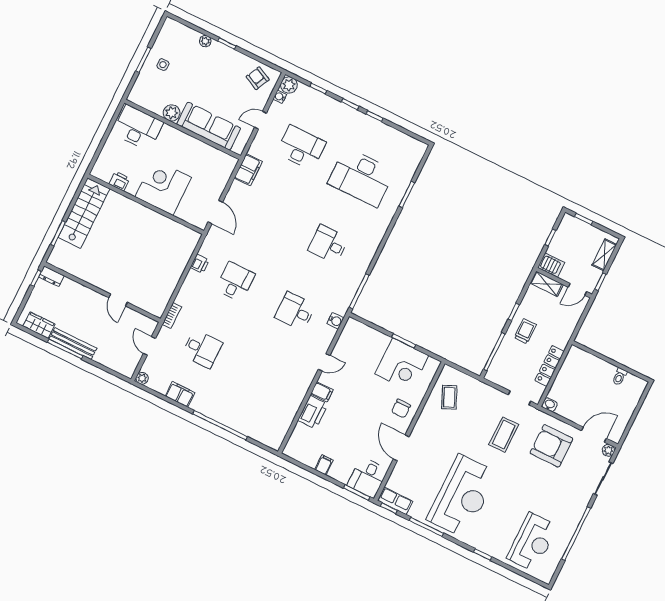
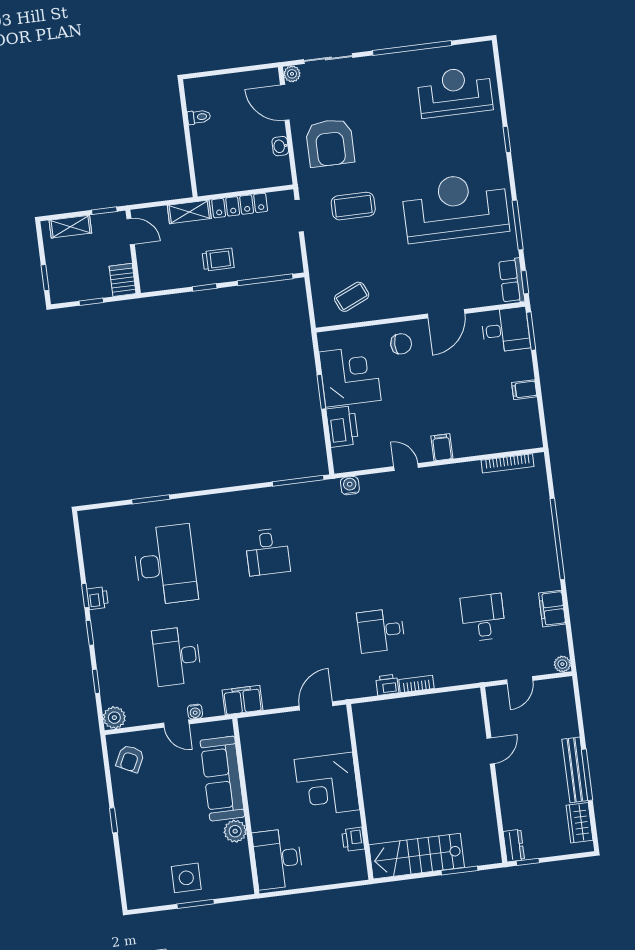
plant: (205, 41) -> (127, 847), removed
side table: (163, 65) -> (186, 878), width x1.87, depth x1.87
water cooler: (280, 97) -> (195, 712), moved
printer: (368, 123) -> (98, 598), added
shelving: (547, 284) -> (189, 212), moved, turned 90
desk: (295, 311) -> (370, 539), removed
bookcase: (172, 316) -> (416, 684), moved
trolley: (525, 331) -> (218, 260), turned 180
washbasin: (550, 405) -> (280, 146), moved
printer: (313, 412) -> (342, 426), moved, turned 90
bookcase: (286, 425) -> (508, 463), added

